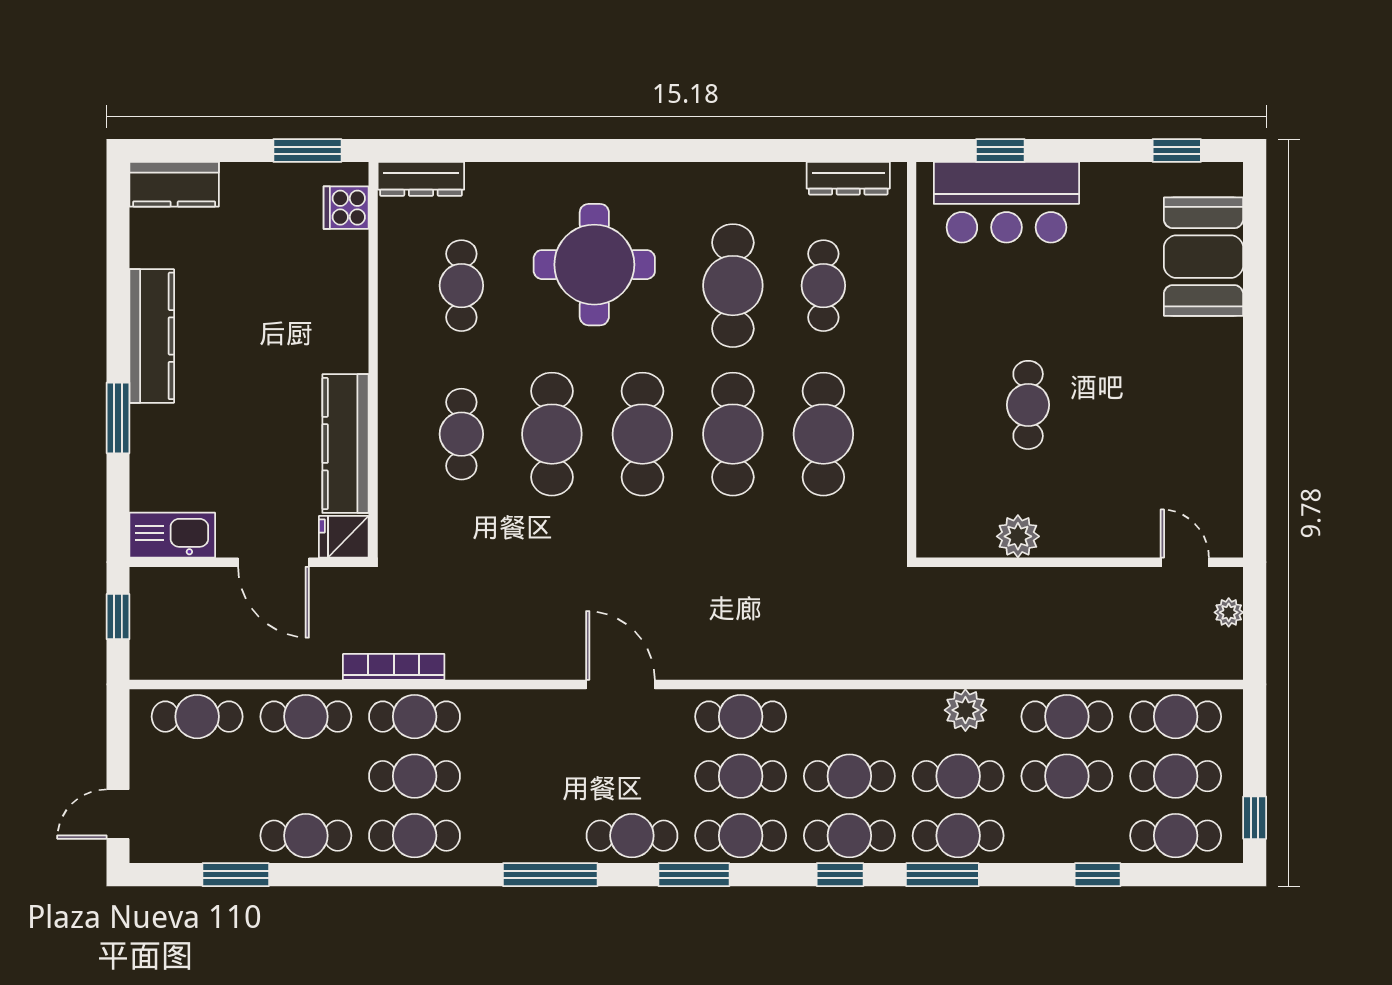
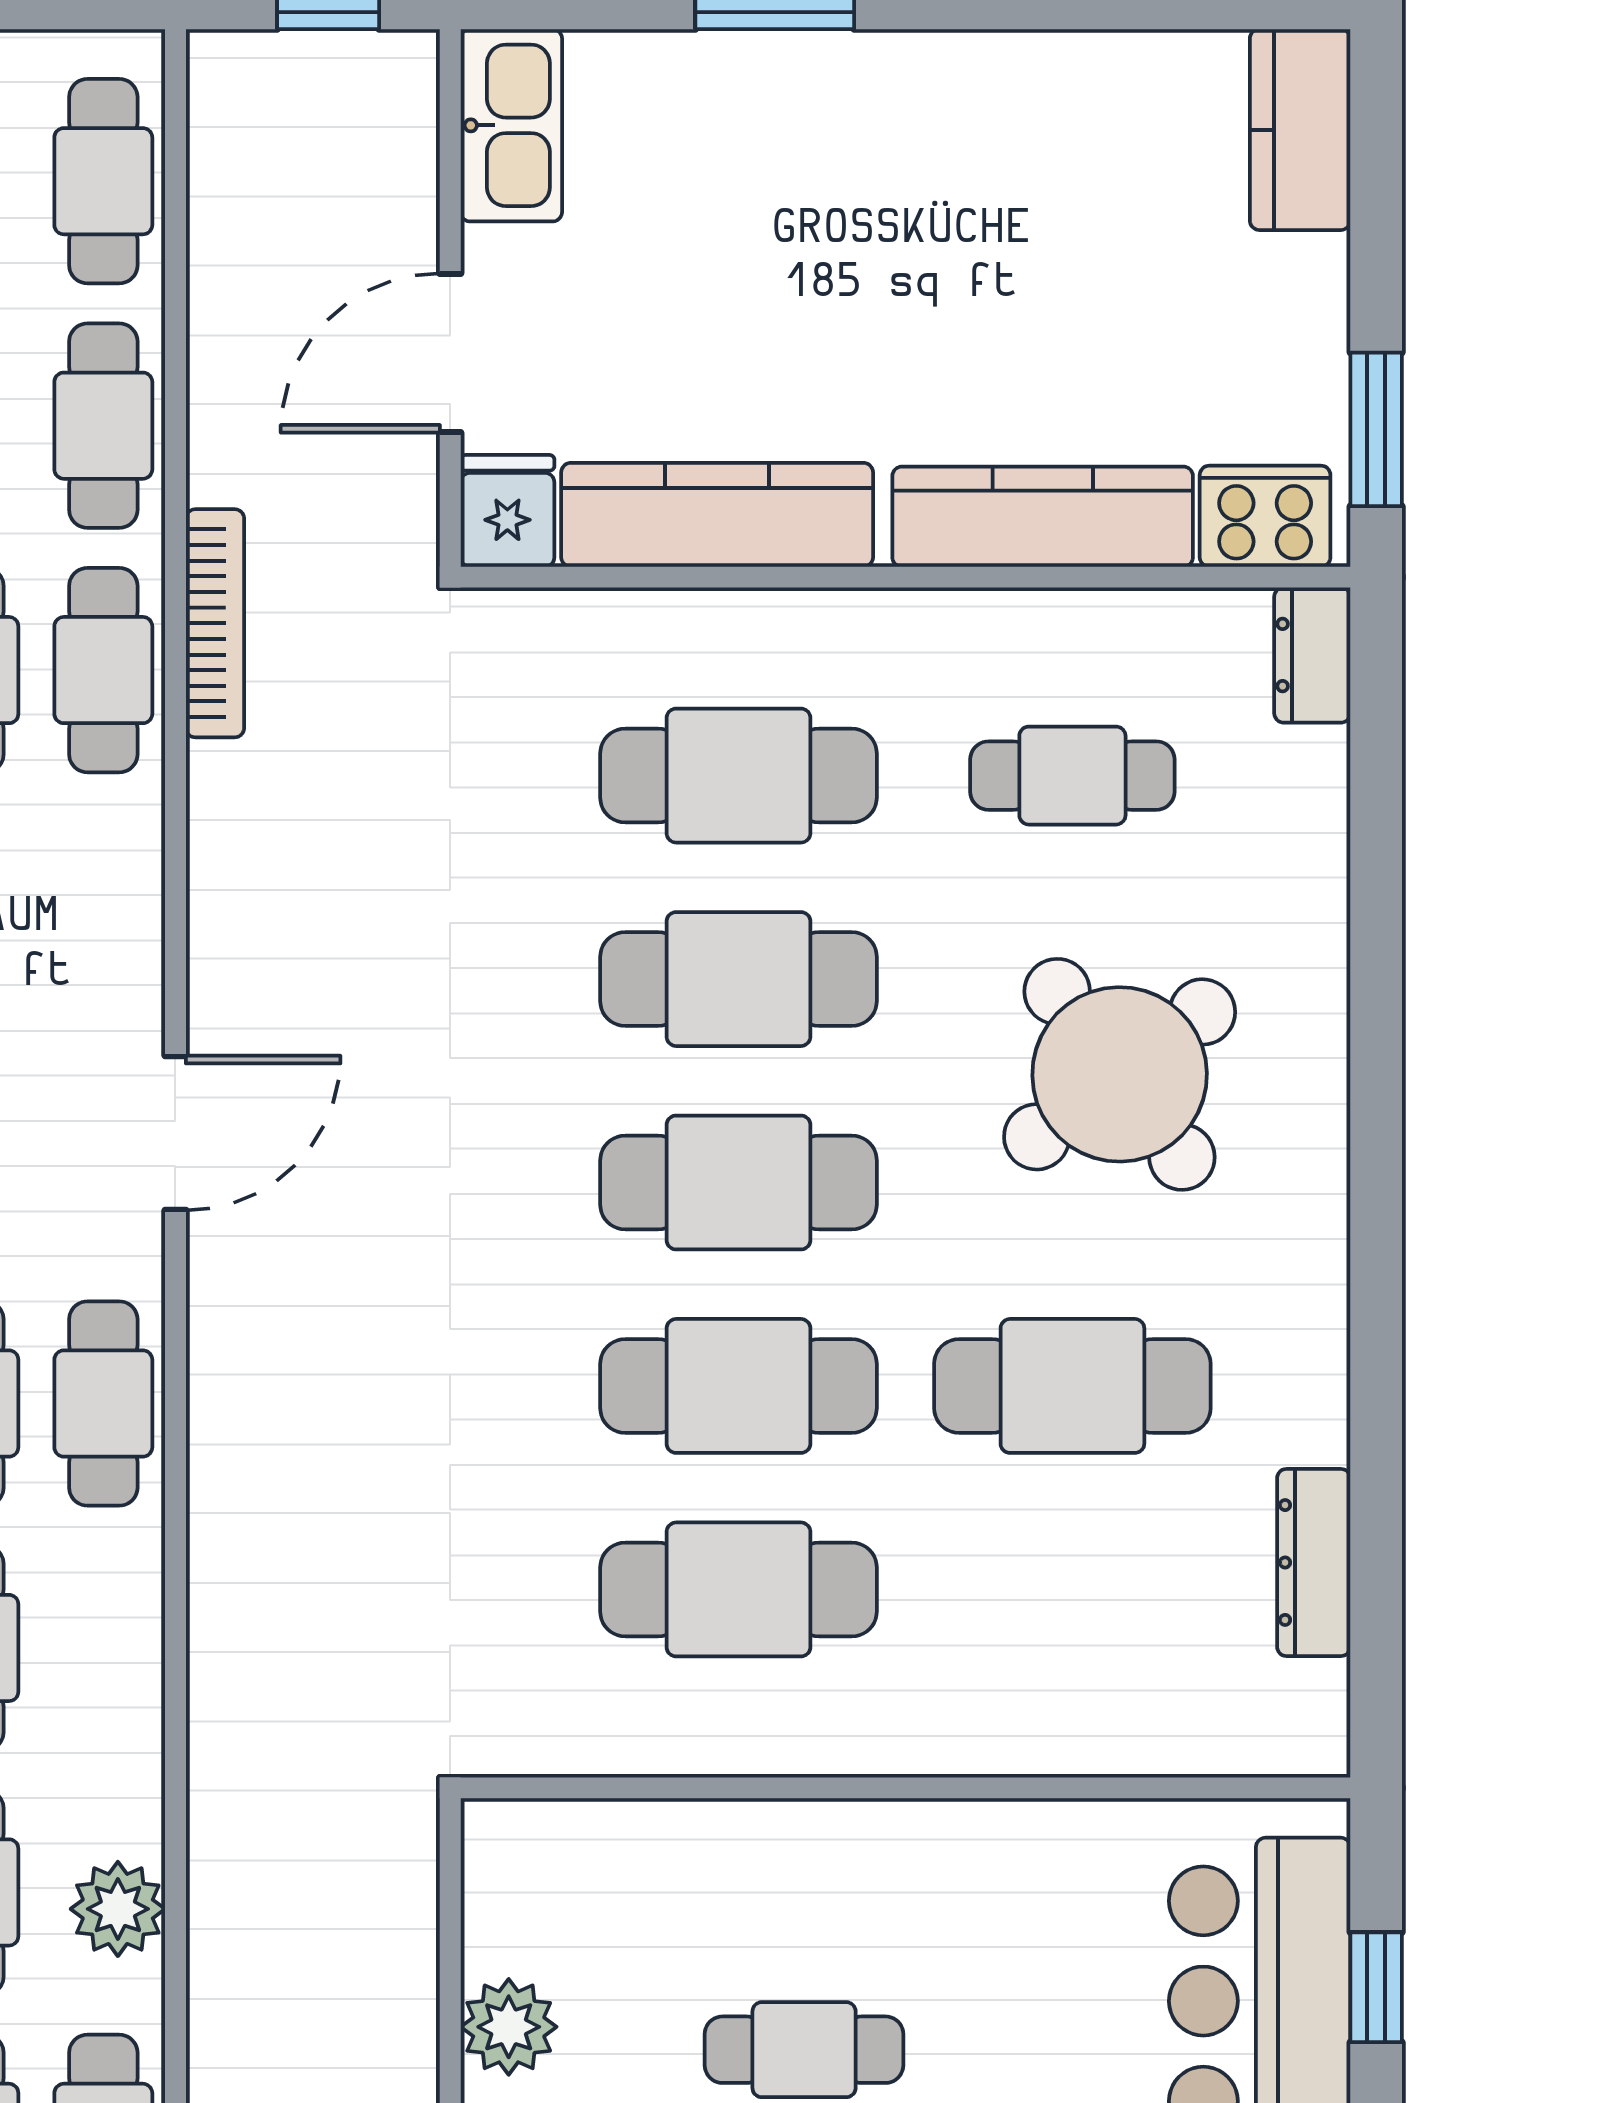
dresser: (848, 178) -> (1314, 1562), moved
dresser: (421, 179) -> (1312, 655), width x0.70
cooker: (346, 208) -> (1265, 516), width x1.36
round table: (594, 265) -> (1120, 1074), turned -37
cafe table: (823, 286) -> (1072, 1589), removed
kitchen counter: (152, 336) -> (1043, 517), moved, turned 180
cafe table: (461, 434) -> (739, 776), width x1.37, depth x1.35

